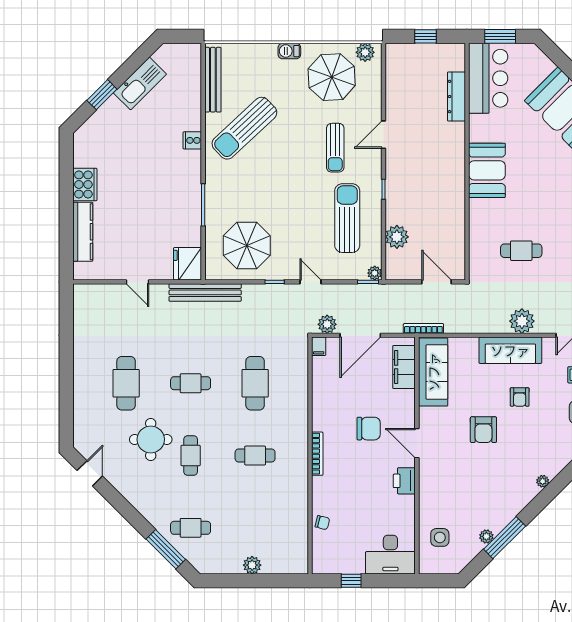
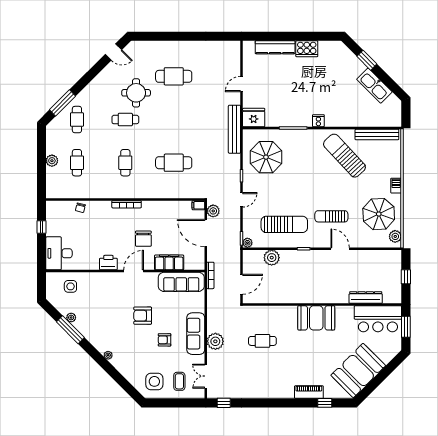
cooker: (192, 140) -> (318, 121), moved
cafe table: (521, 251) -> (262, 341), turned 90
filing cabinet: (404, 367) -> (169, 262), moved
cafe table: (191, 383) -> (77, 163), moved

